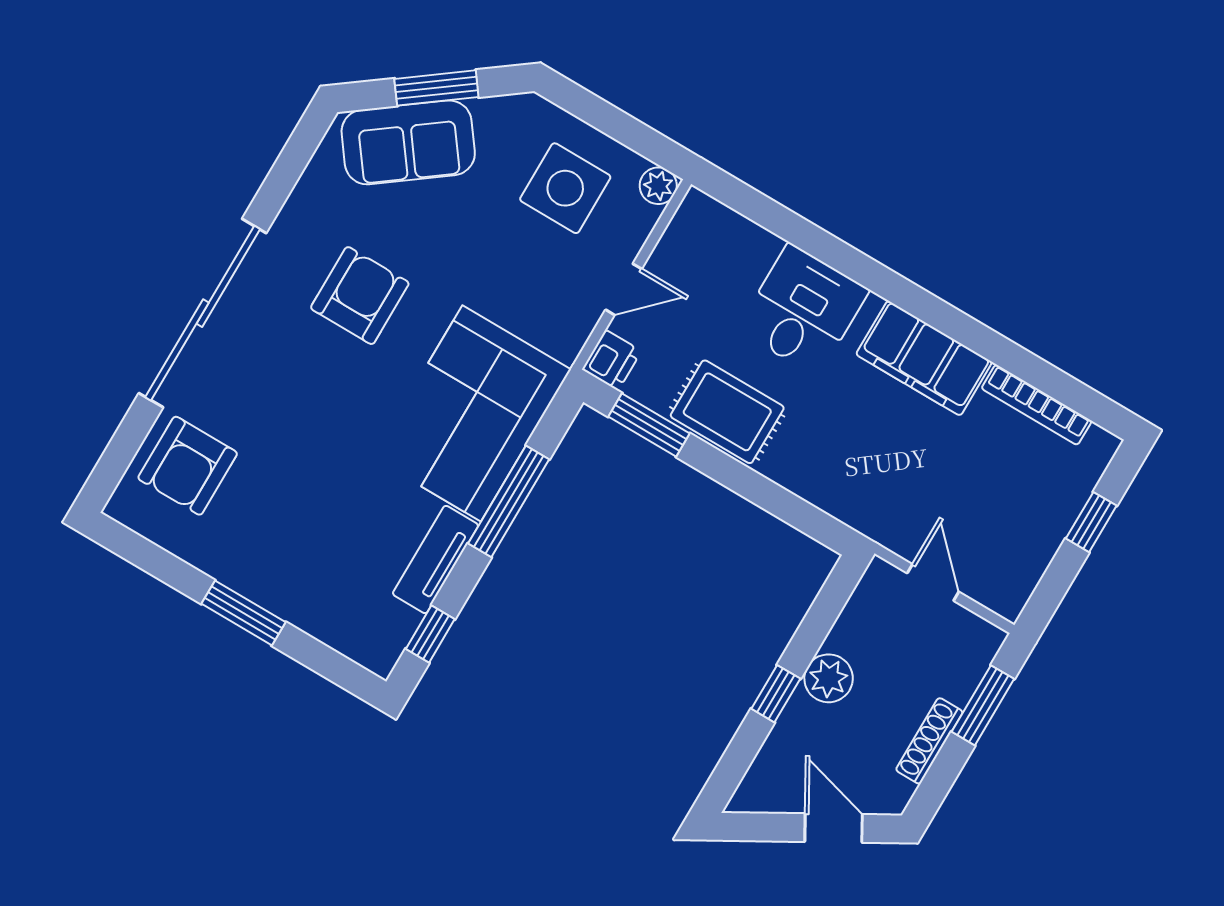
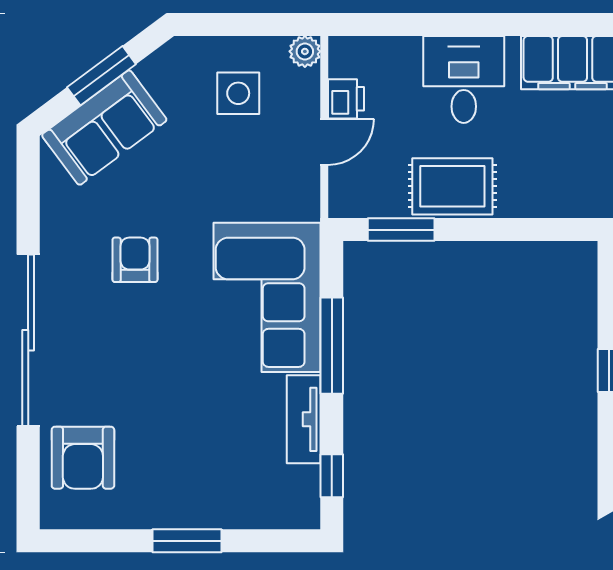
side table: (565, 188) -> (238, 93), width x0.73, depth x0.73
armchair: (360, 296) -> (135, 260), width x0.72, depth x0.72
printer: (612, 360) -> (346, 99), moved

